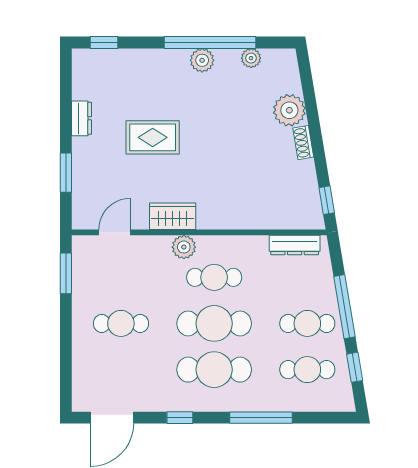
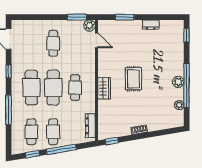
plant: (289, 110) -> (154, 123), removed
rug: (153, 137) -> (133, 79), moved
wardrobe: (173, 216) -> (104, 88), moved
plant: (184, 247) -> (90, 26), moved

